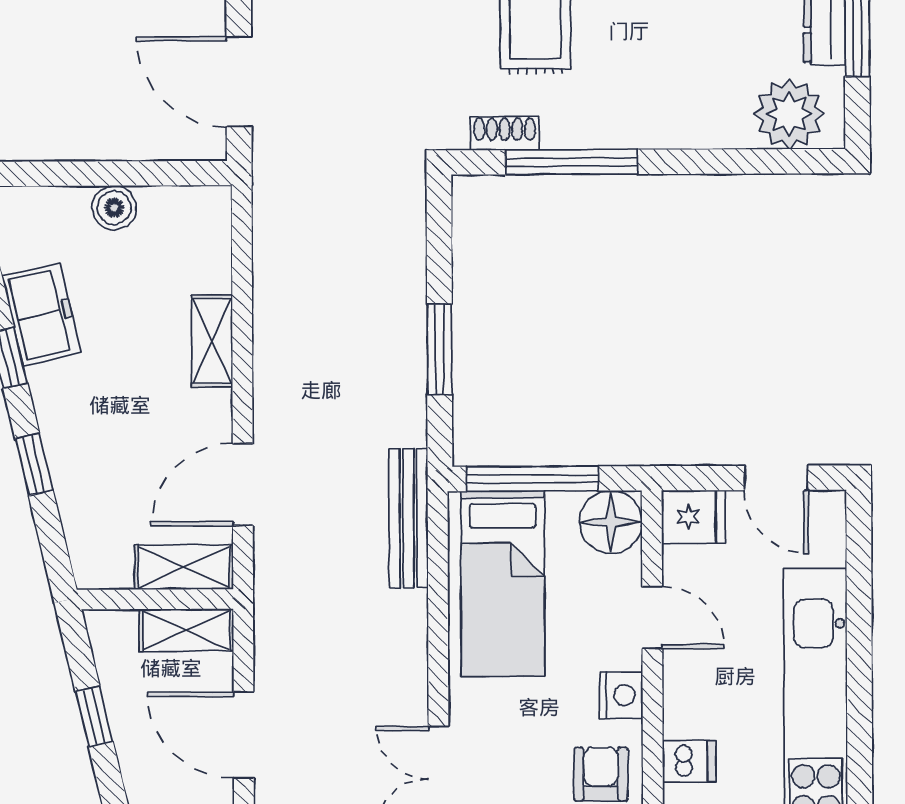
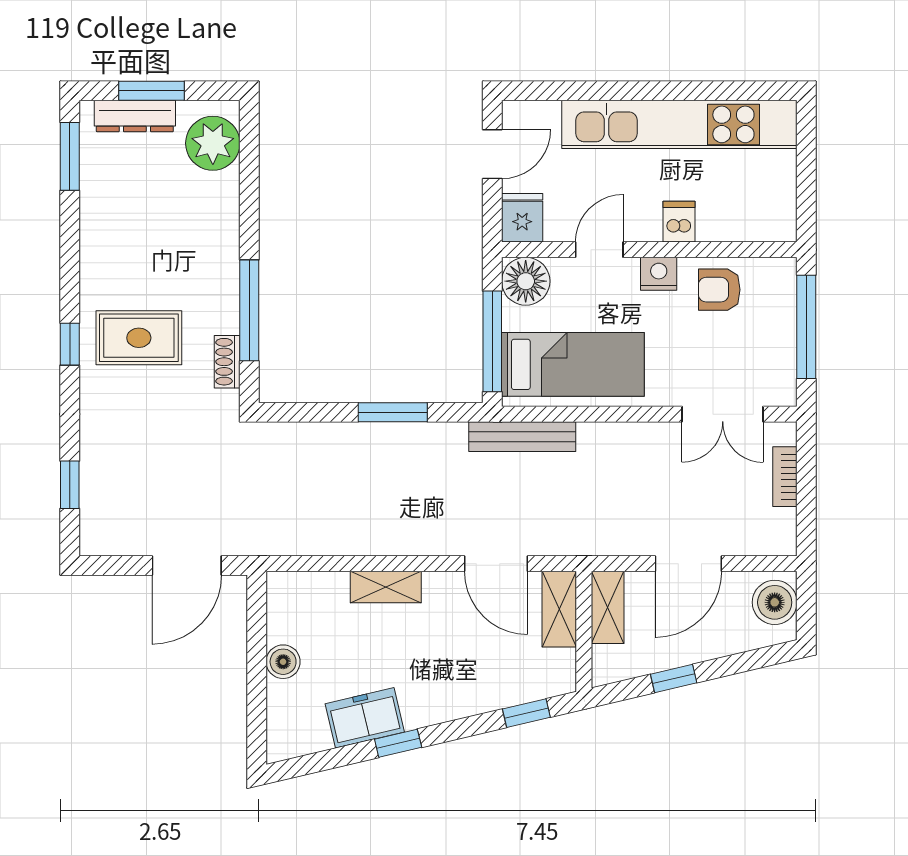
window: (34, 464) -> (526, 713), moved
dishwasher: (689, 761) -> (679, 222), moved

